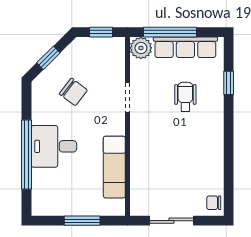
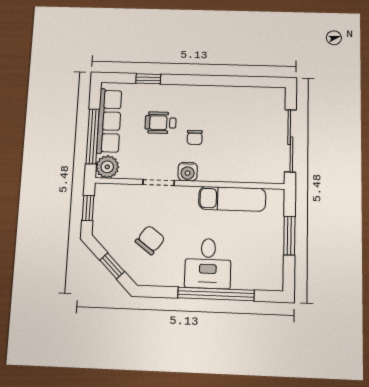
water cooler: (139, 124) -> (188, 172), added
chair: (214, 203) -> (195, 137), moved
sliding door: (172, 221) -> (290, 141), width x1.37

